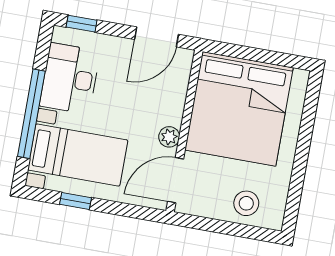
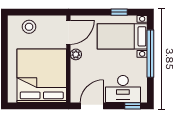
desk: (70, 78) -> (123, 89), moved, turned 90

